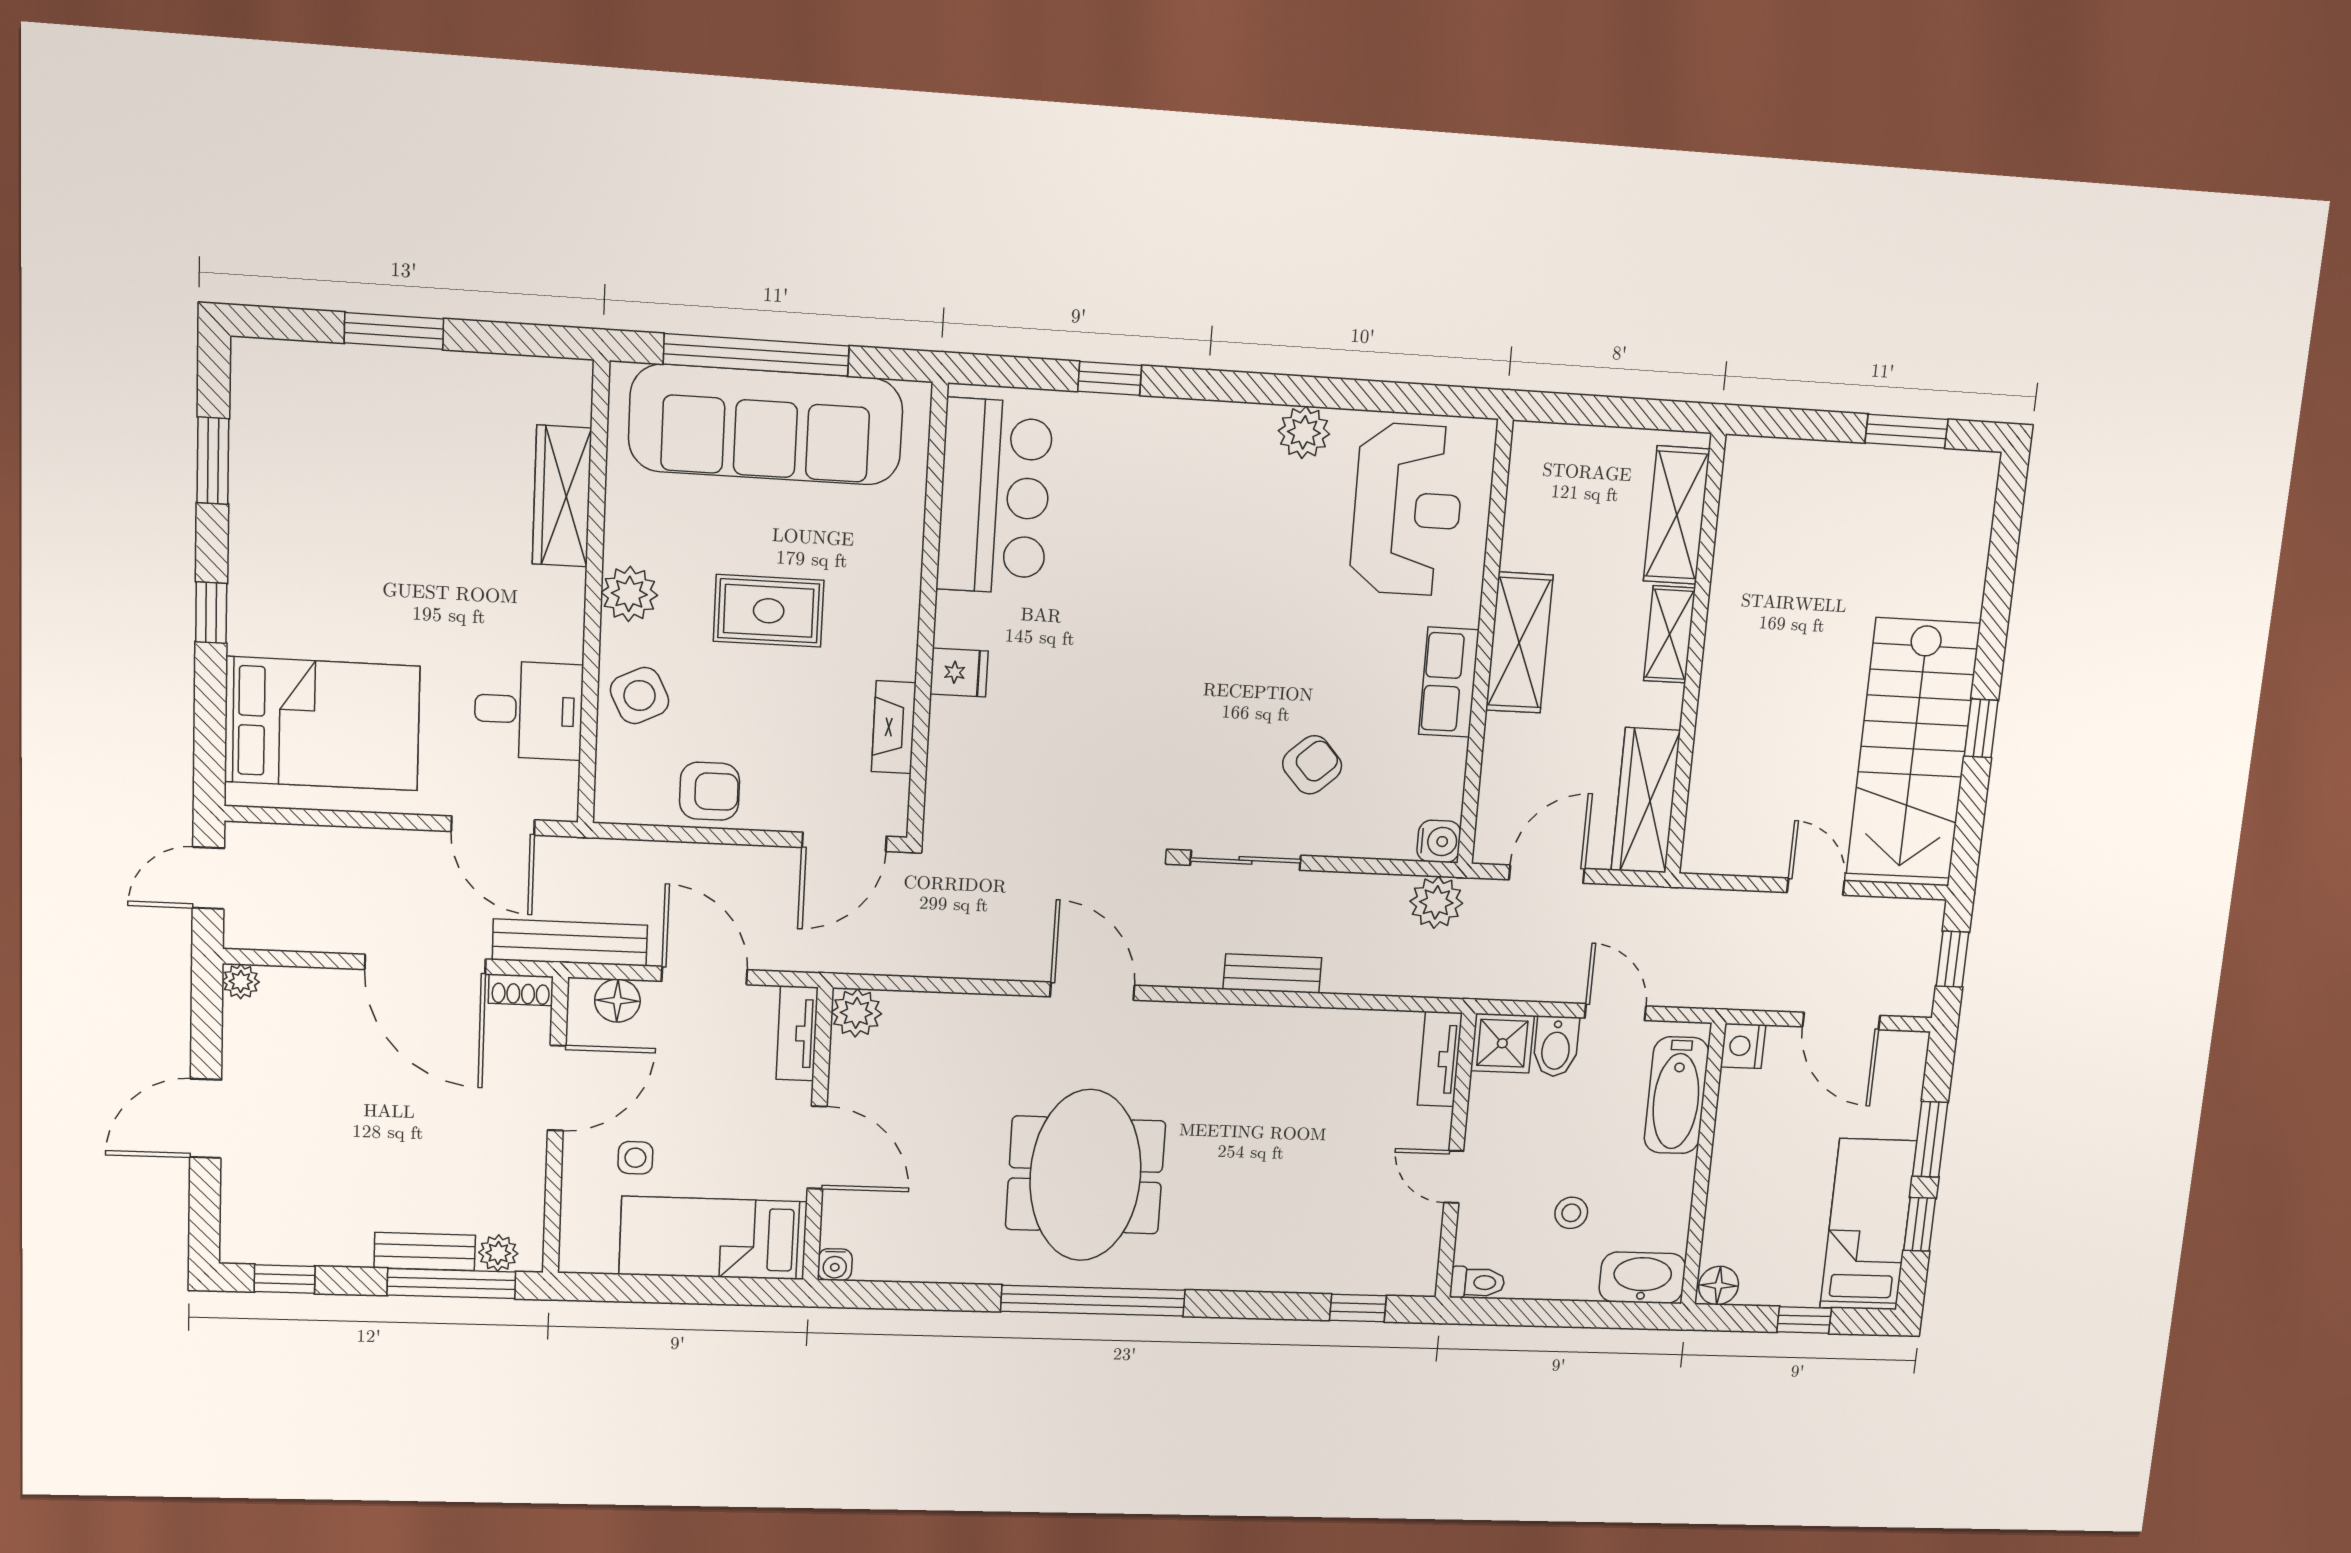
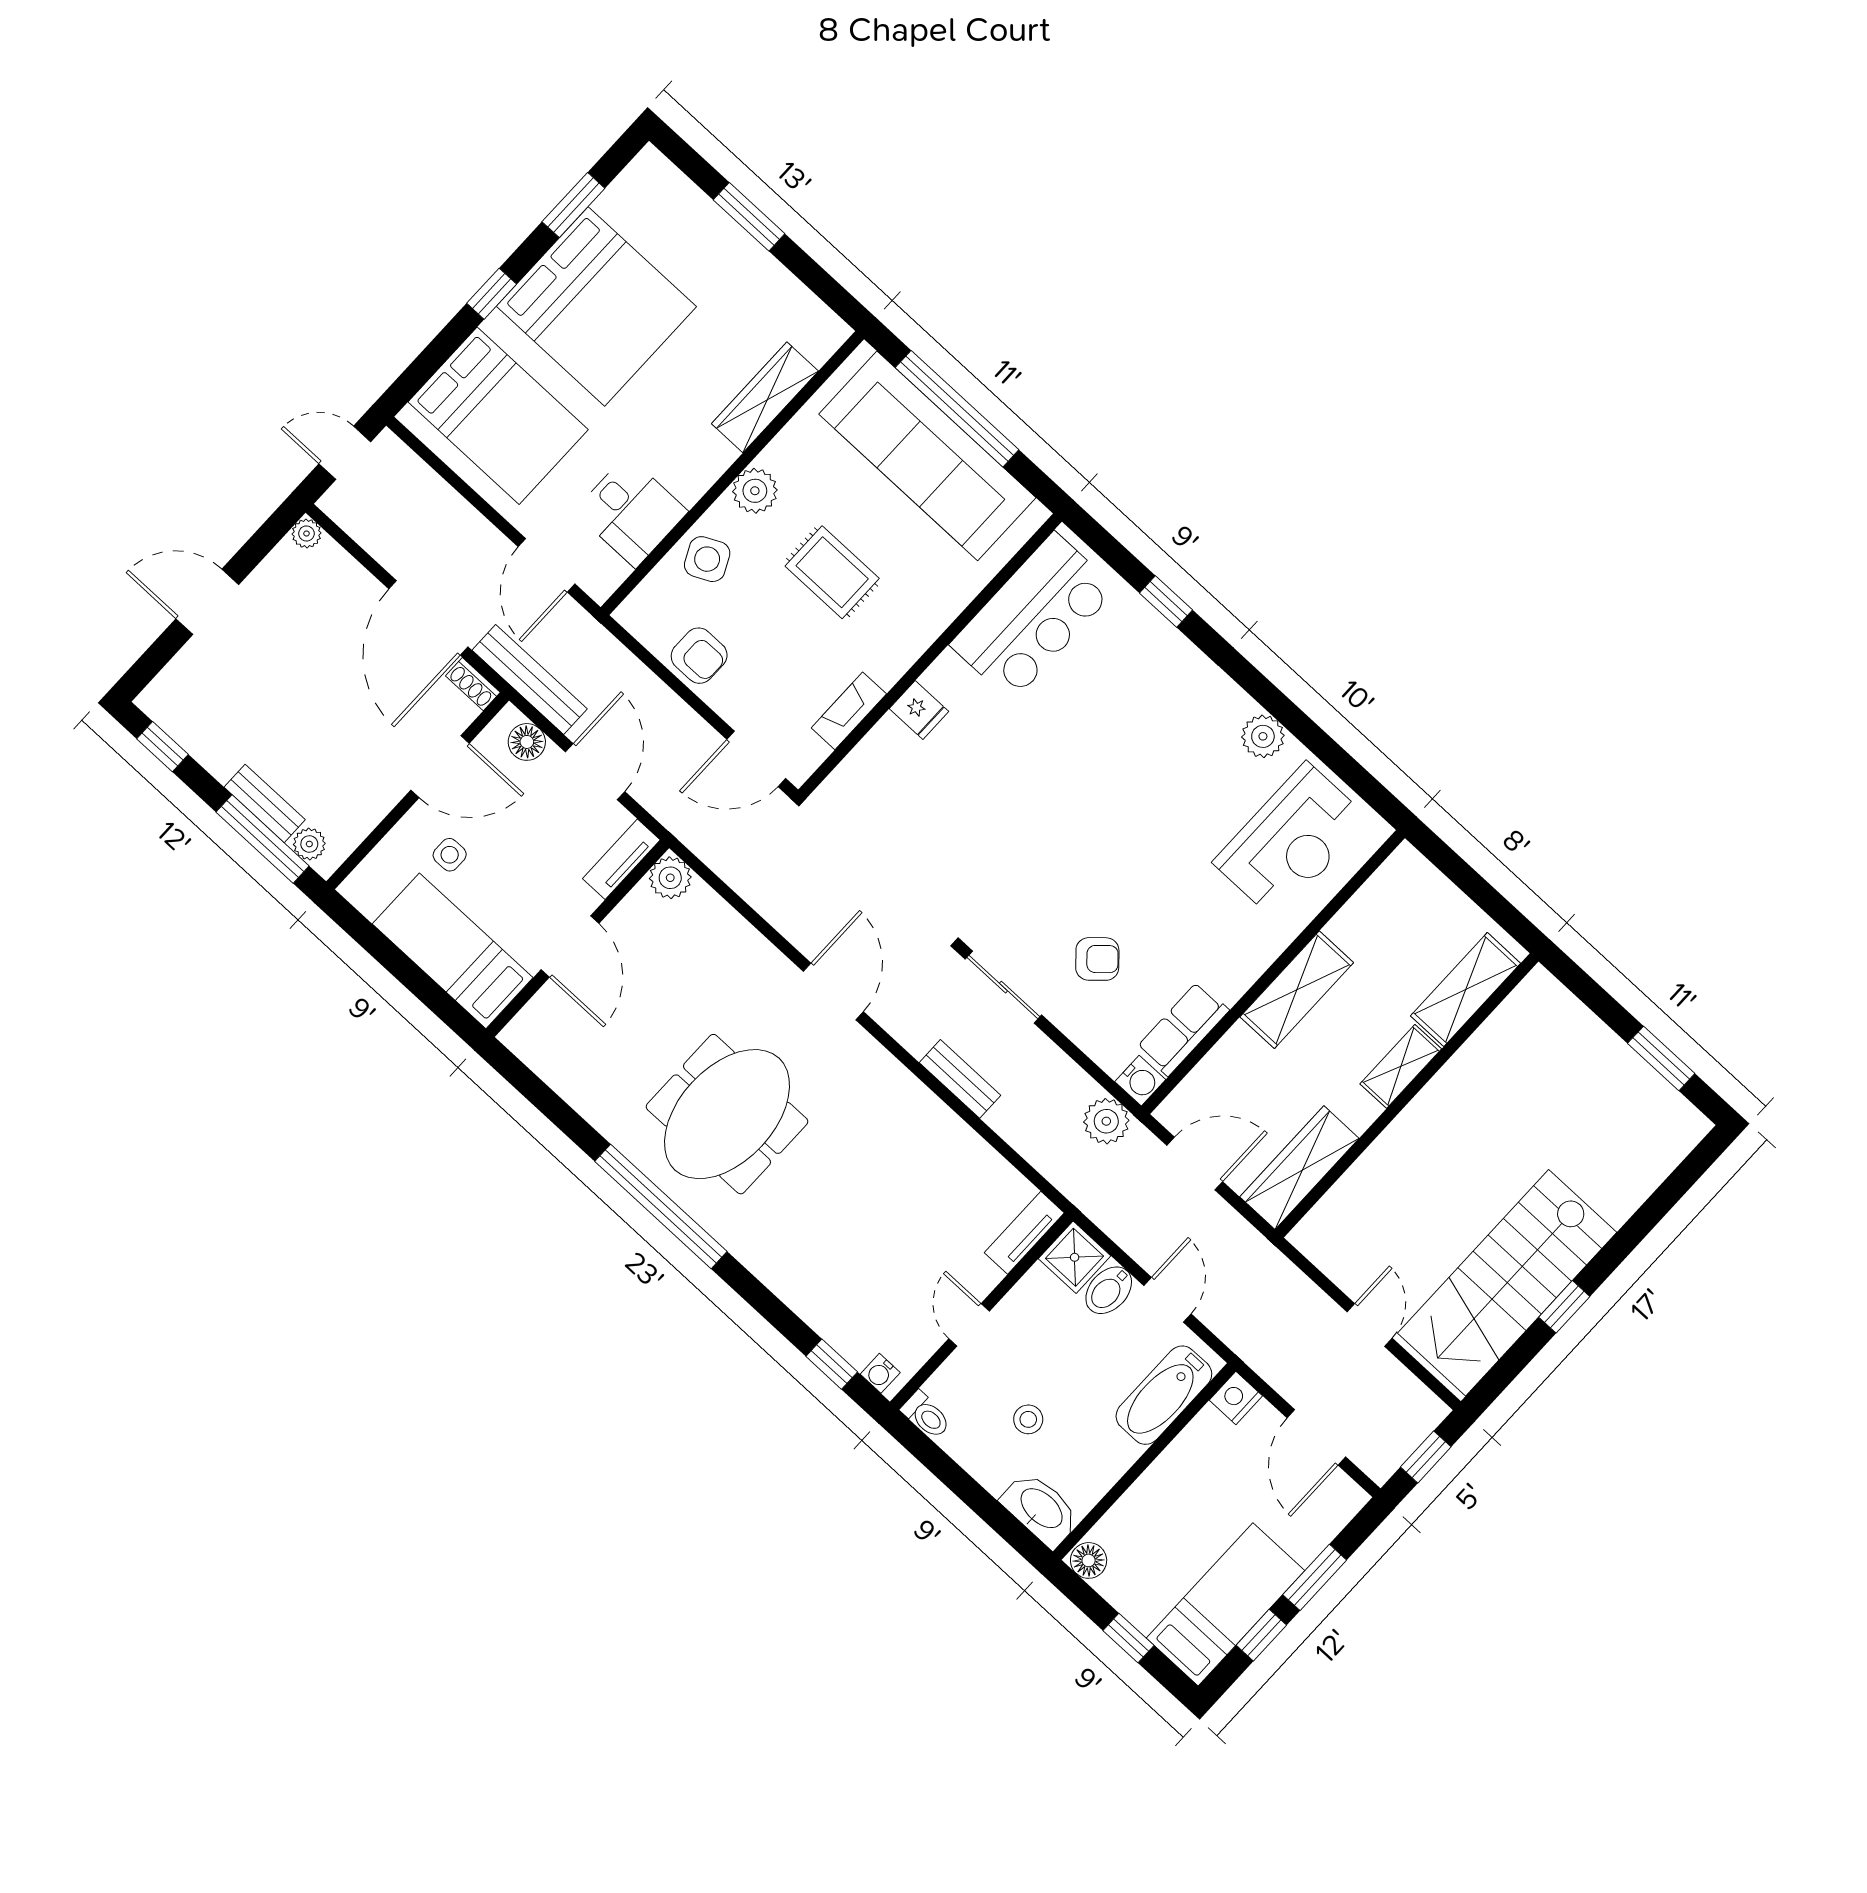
bed: (323, 542) -> (596, 306), added
row of seats: (1449, 682) -> (1183, 1029), moved
water cooler: (835, 1265) -> (880, 1373), moved

